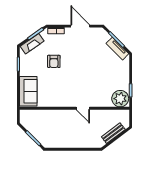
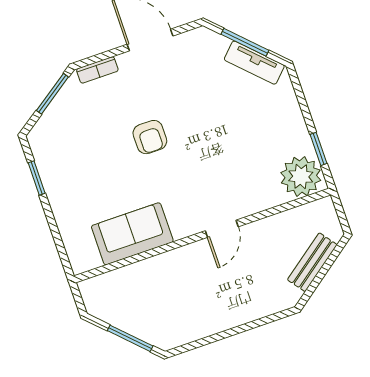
fireplace: (32, 44) -> (52, 119), removed
armchair: (54, 61) -> (150, 137), moved
sofa: (28, 91) -> (132, 234), moved, turned -90
door: (83, 108) -> (222, 229), hinge flipped

